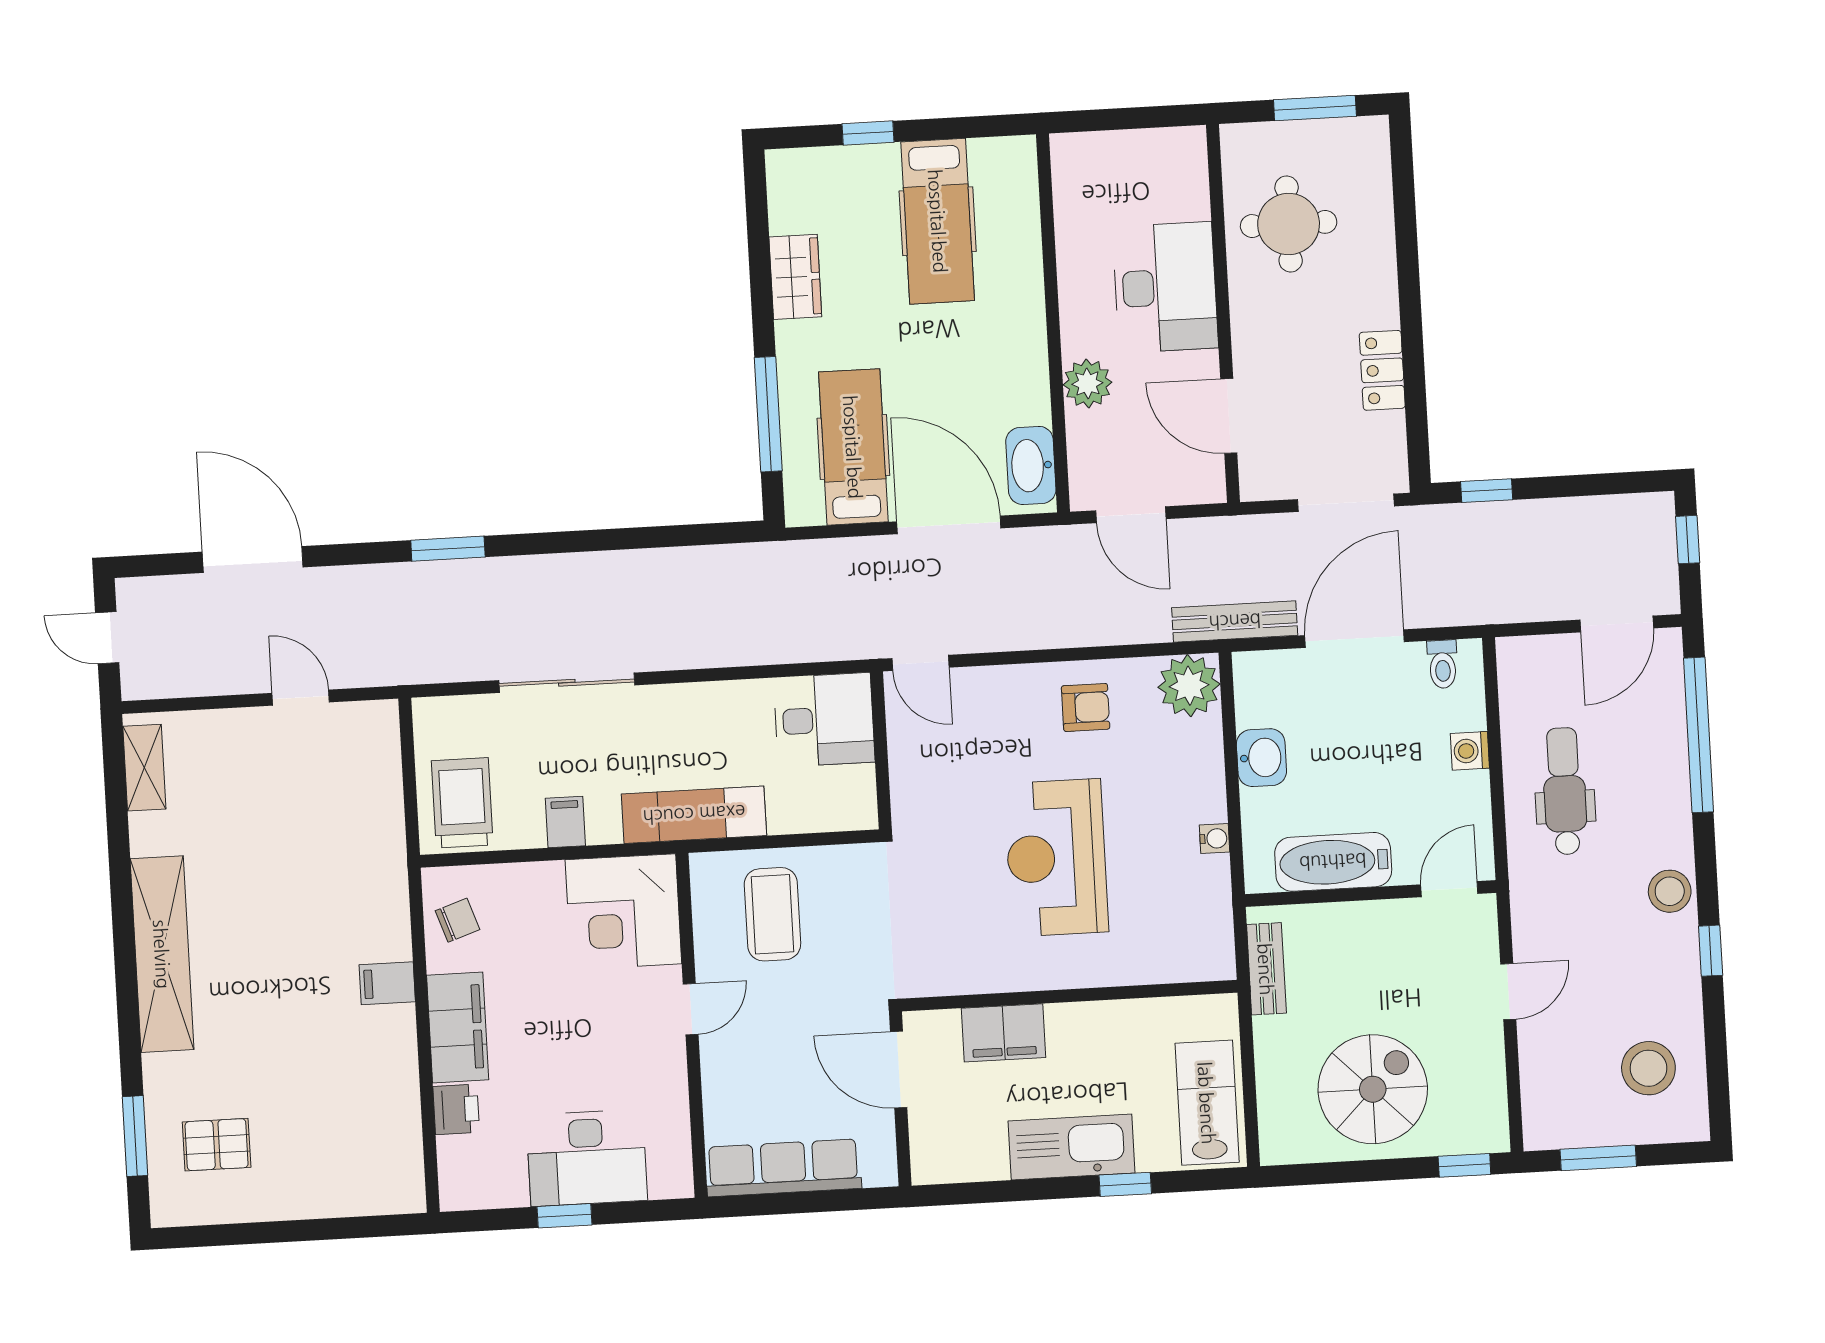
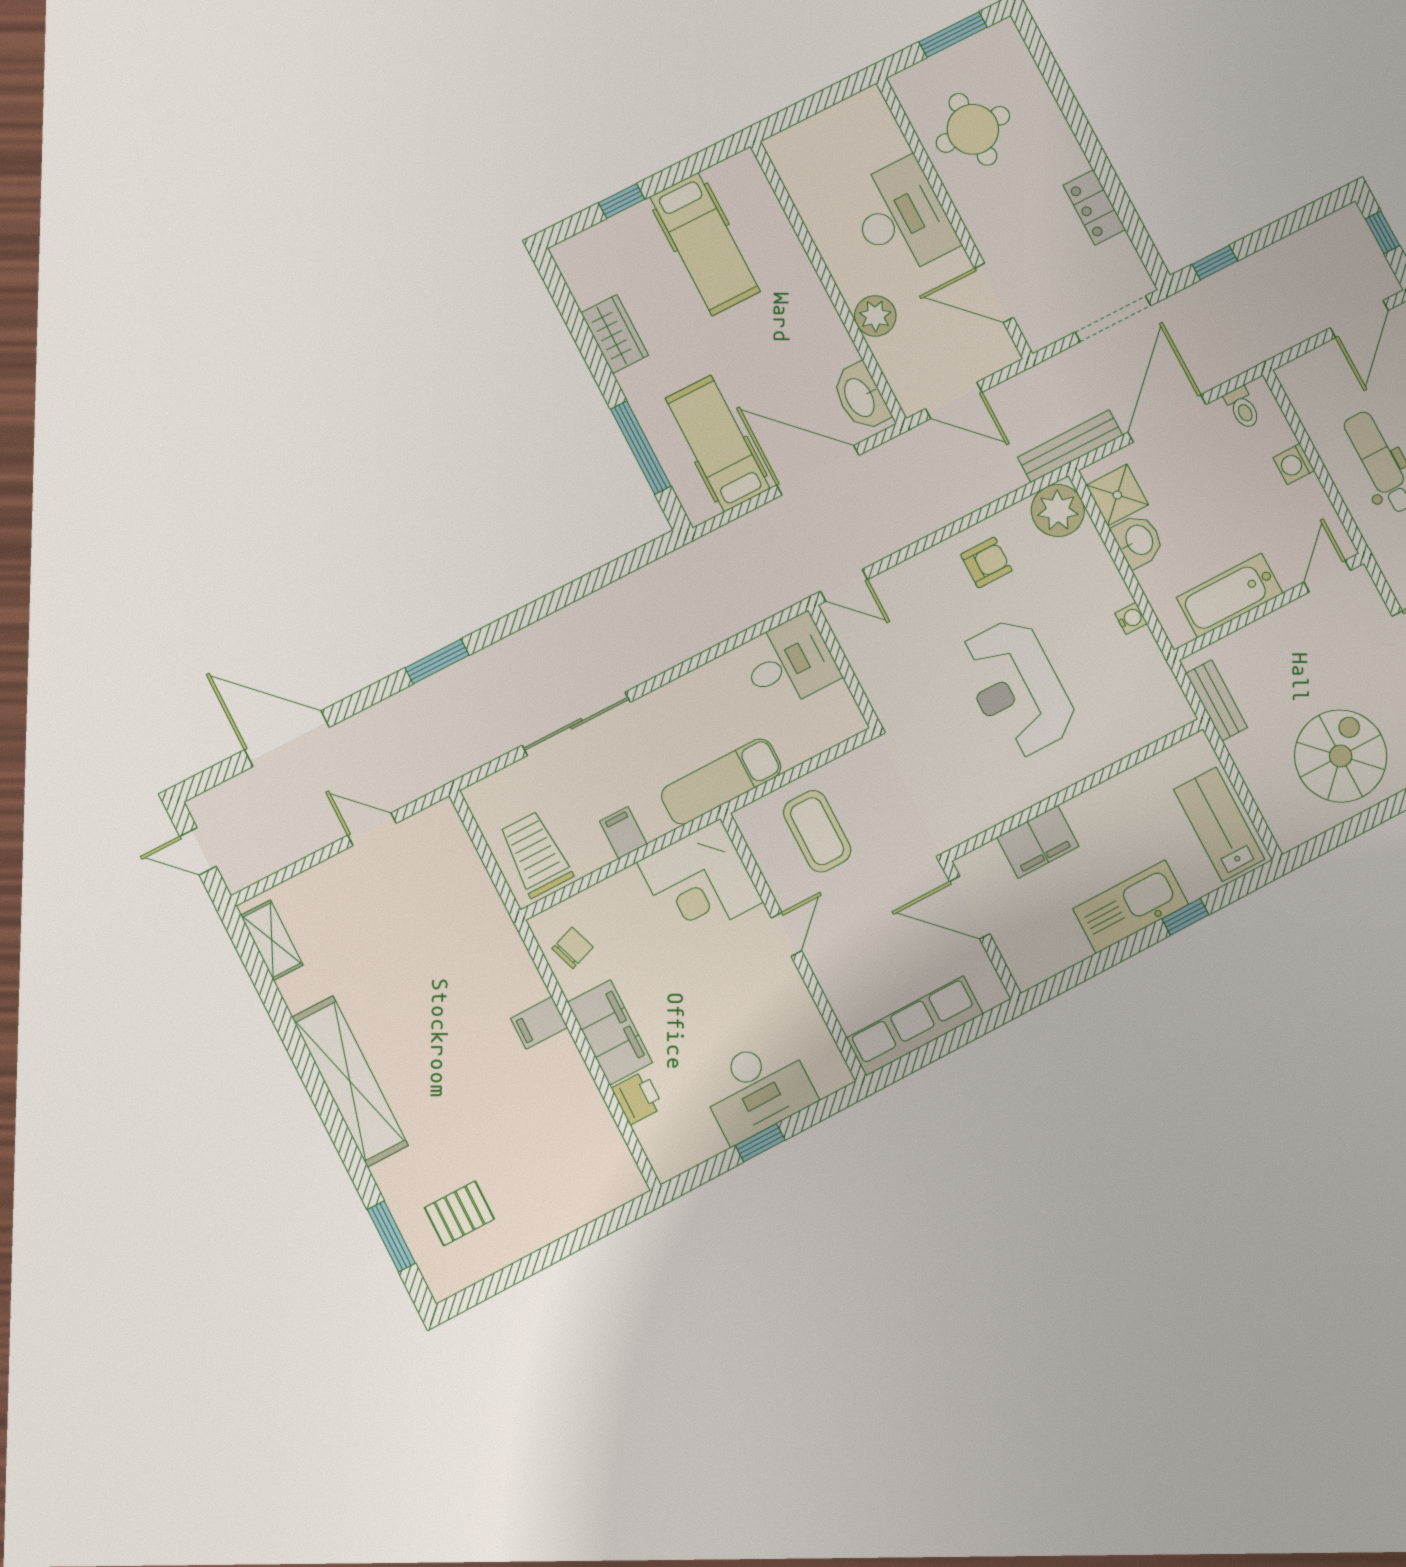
shower: (1262, 698) -> (1117, 495), added

